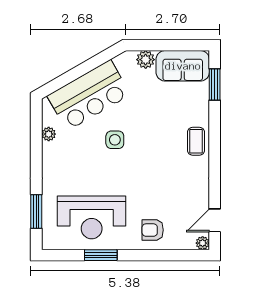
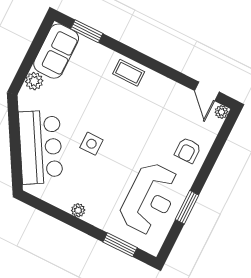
plant: (49, 134) -> (78, 210), moved

